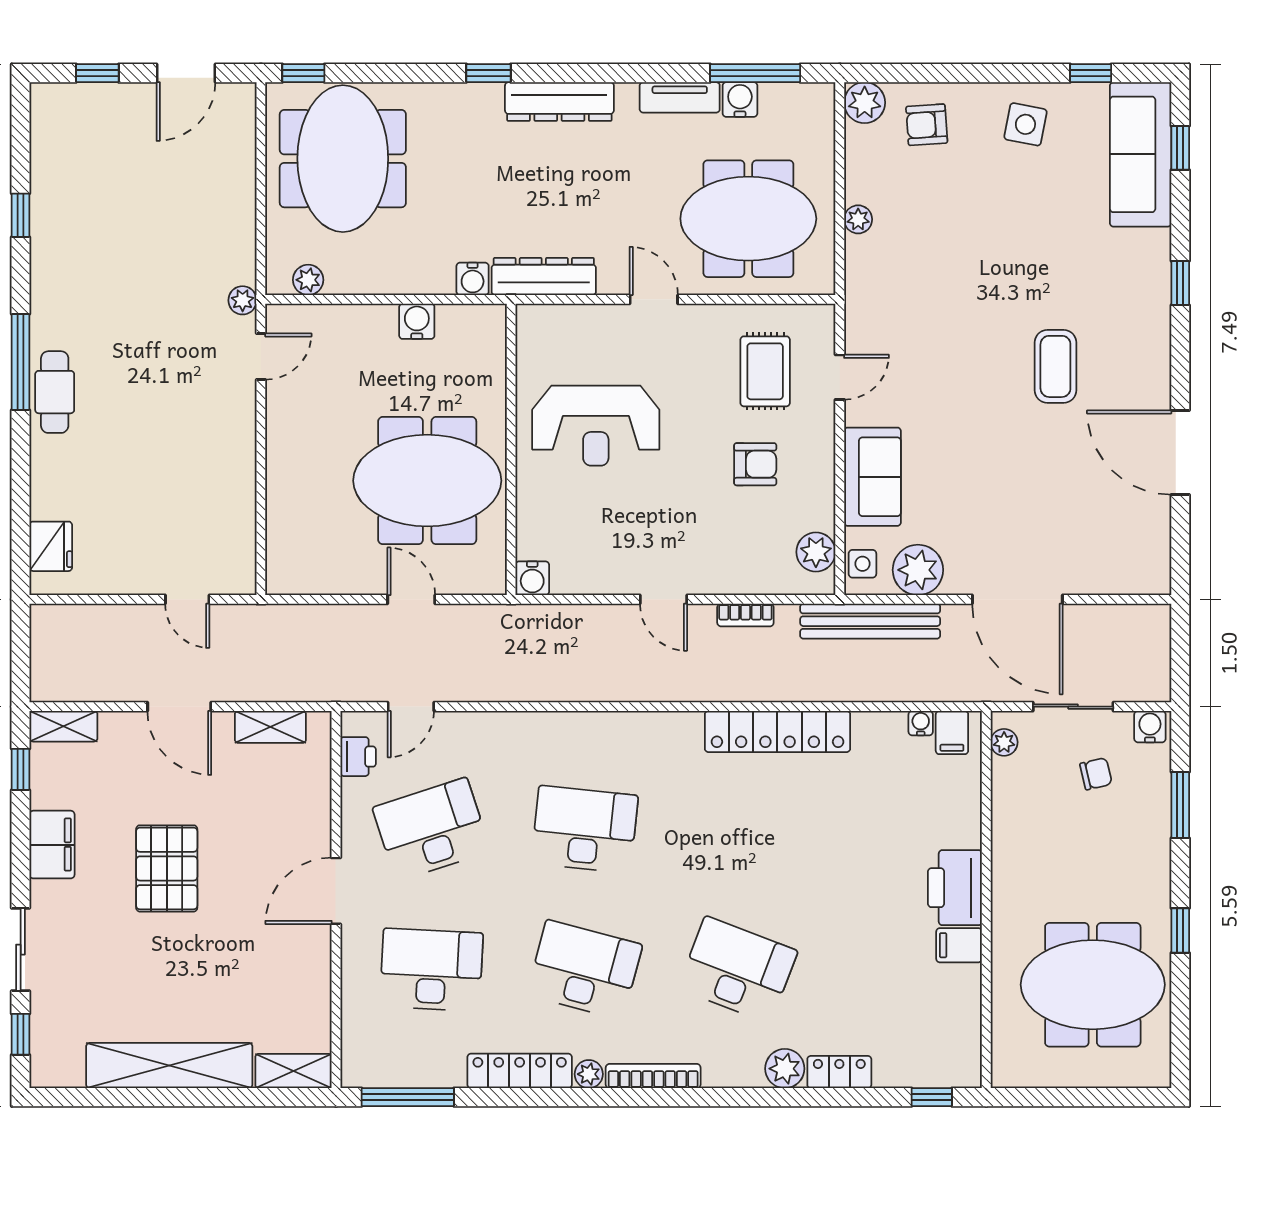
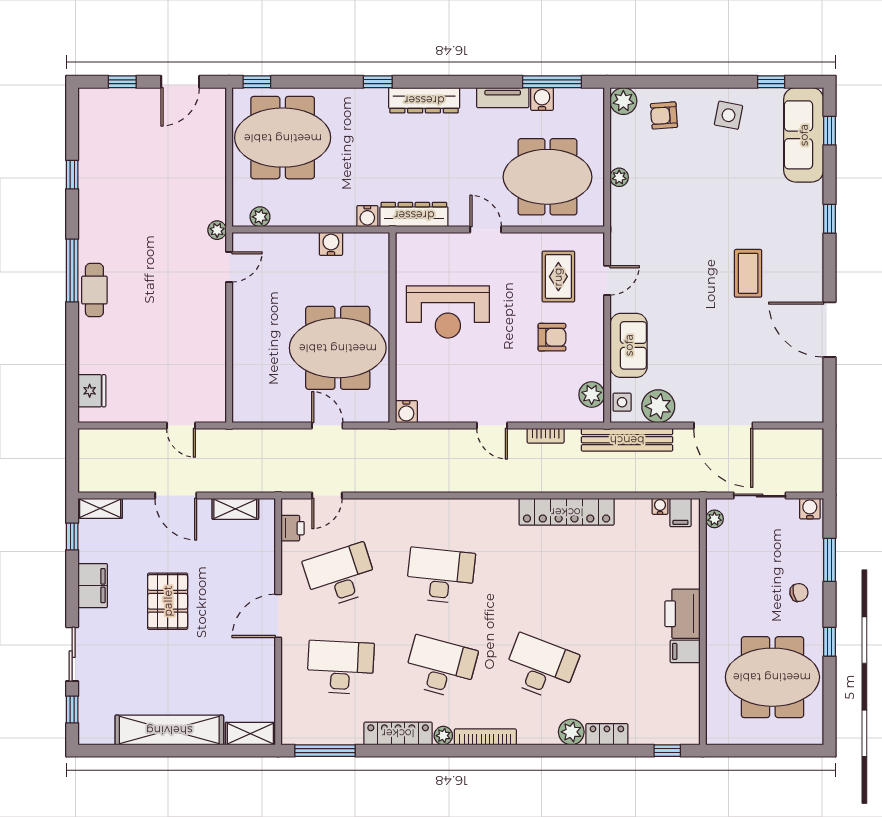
meeting table: (343, 159) -> (283, 138), turned 90
chair: (1096, 774) -> (799, 593), moved

